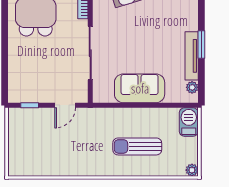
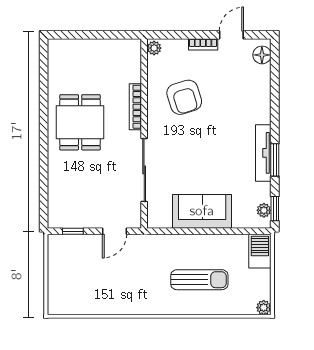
tv unit: (192, 56) -> (263, 153), moved
window: (201, 86) -> (275, 209), added
sun lounger: (137, 146) -> (199, 280), turned 180

